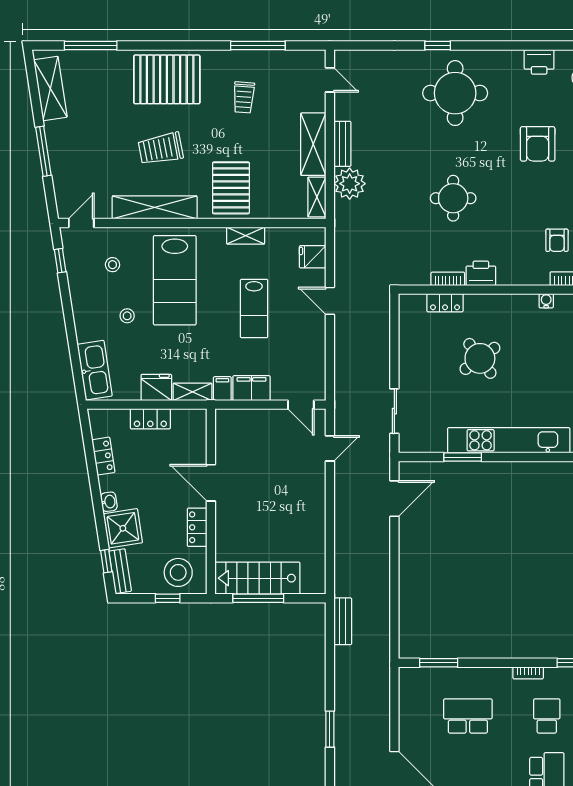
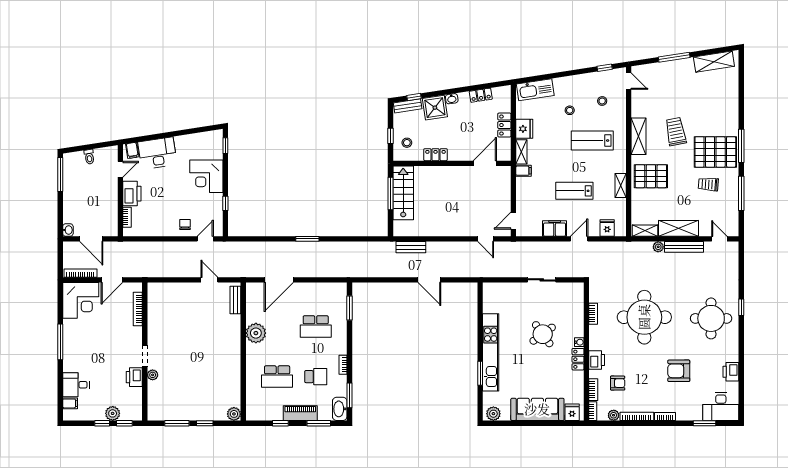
window: (91, 45) -> (741, 146), moved
pallet: (167, 79) -> (715, 152), moved, turned 90
door: (330, 80) -> (719, 239), swing flipped
bench: (342, 144) -> (684, 247), width x1.36
plant: (350, 184) -> (658, 247), width x0.53, depth x0.53
round table: (453, 198) -> (644, 317), width x1.86, depth x1.86
shelving: (155, 207) -> (638, 136), width x0.68
armchair: (557, 240) -> (618, 383), turned 180
printer: (481, 273) -> (597, 360), moved
lab bench: (175, 280) -> (592, 141), width x0.73, depth x0.72
water cooler: (546, 301) -> (579, 342), moved
locker: (445, 303) -> (578, 359), moved
filing cabinet: (251, 388) -> (555, 228), moved, turned -90
sliding door: (394, 411) -> (542, 280), moved
window: (463, 457) -> (480, 373), moved
door: (211, 483) -> (485, 163), moved
door: (394, 499) -> (429, 280), moved
stool: (178, 572) -> (407, 143), width x0.53, depth x0.53
bench: (343, 621) -> (411, 247), moved
school desk: (468, 716) -> (316, 327), turned 90

